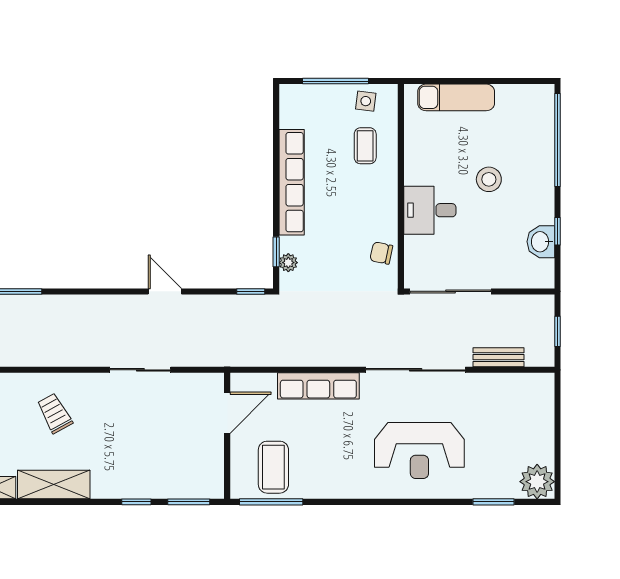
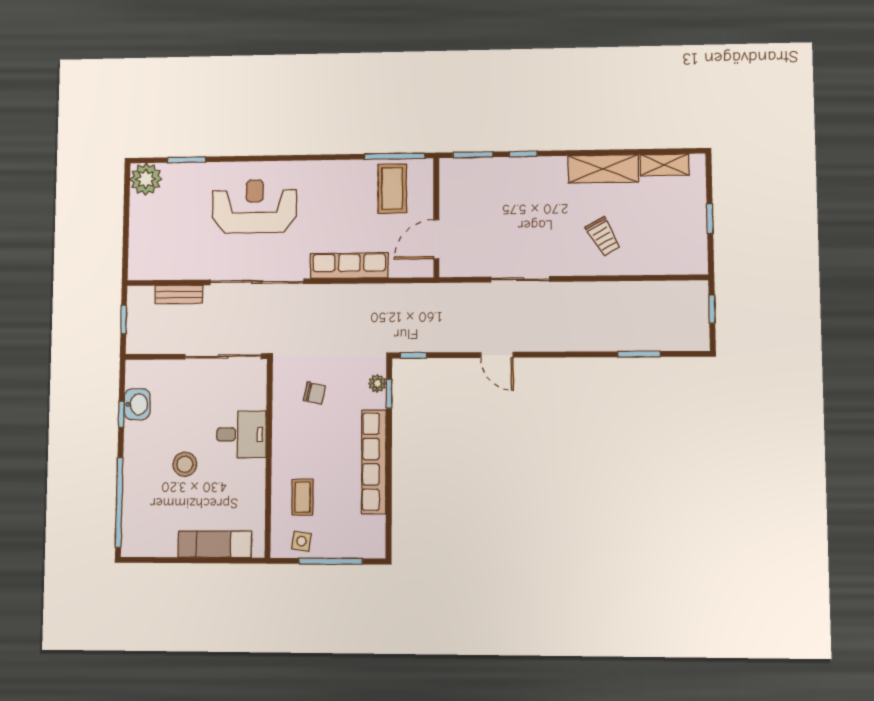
chair: (381, 253) -> (314, 393), moved

